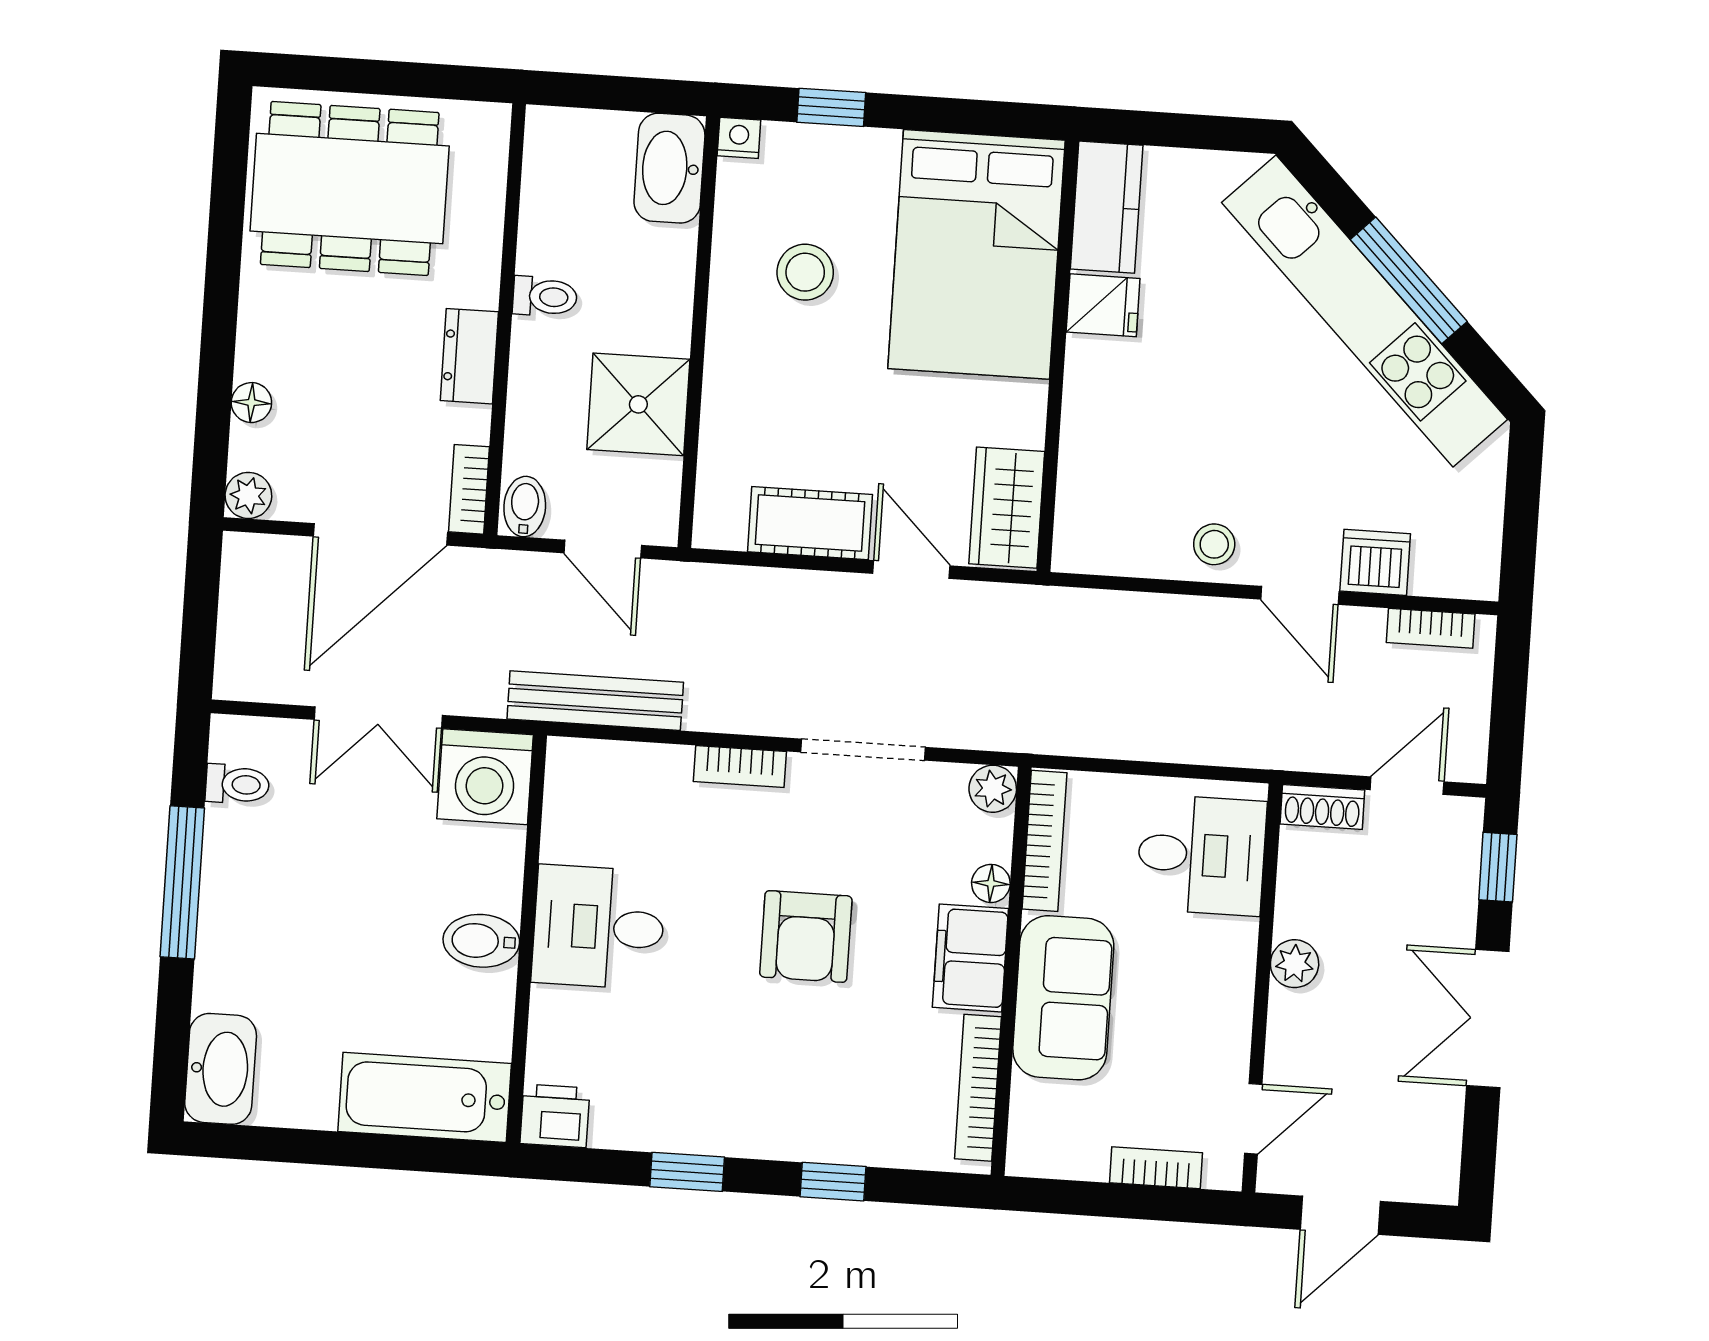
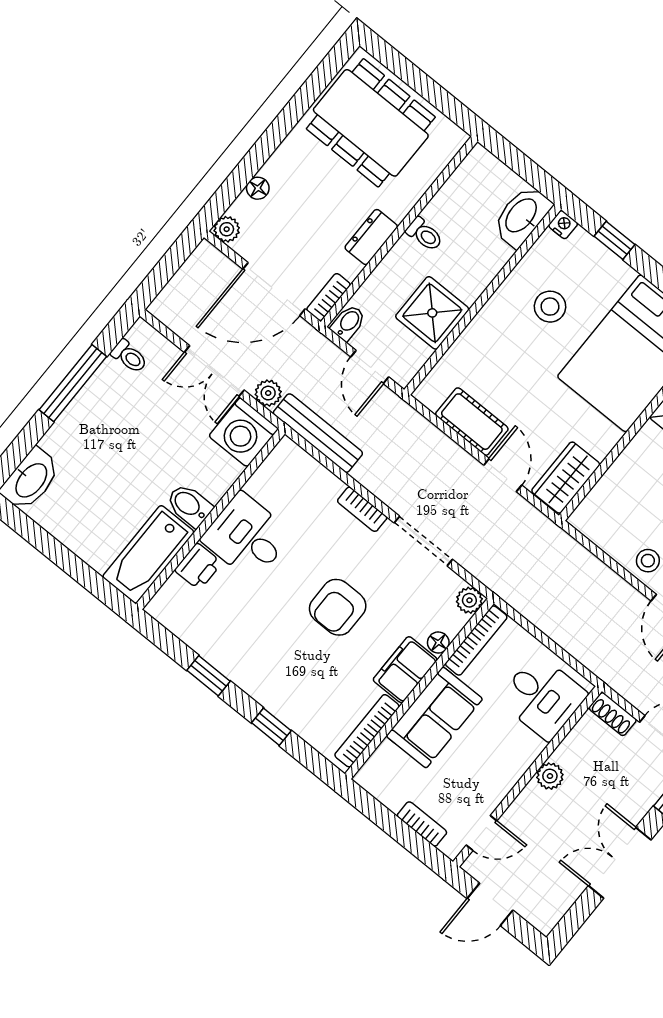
plant: (480, 693) -> (268, 393), added
bathtub: (425, 1097) -> (148, 554), moved, turned -90
printer: (555, 1116) -> (198, 566), moved, turned 90

